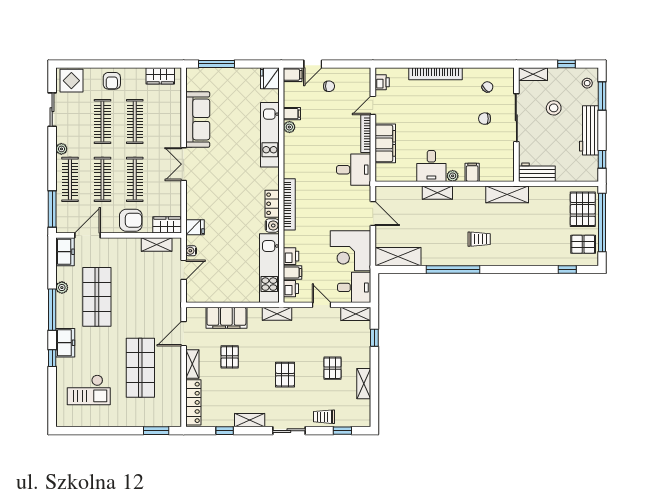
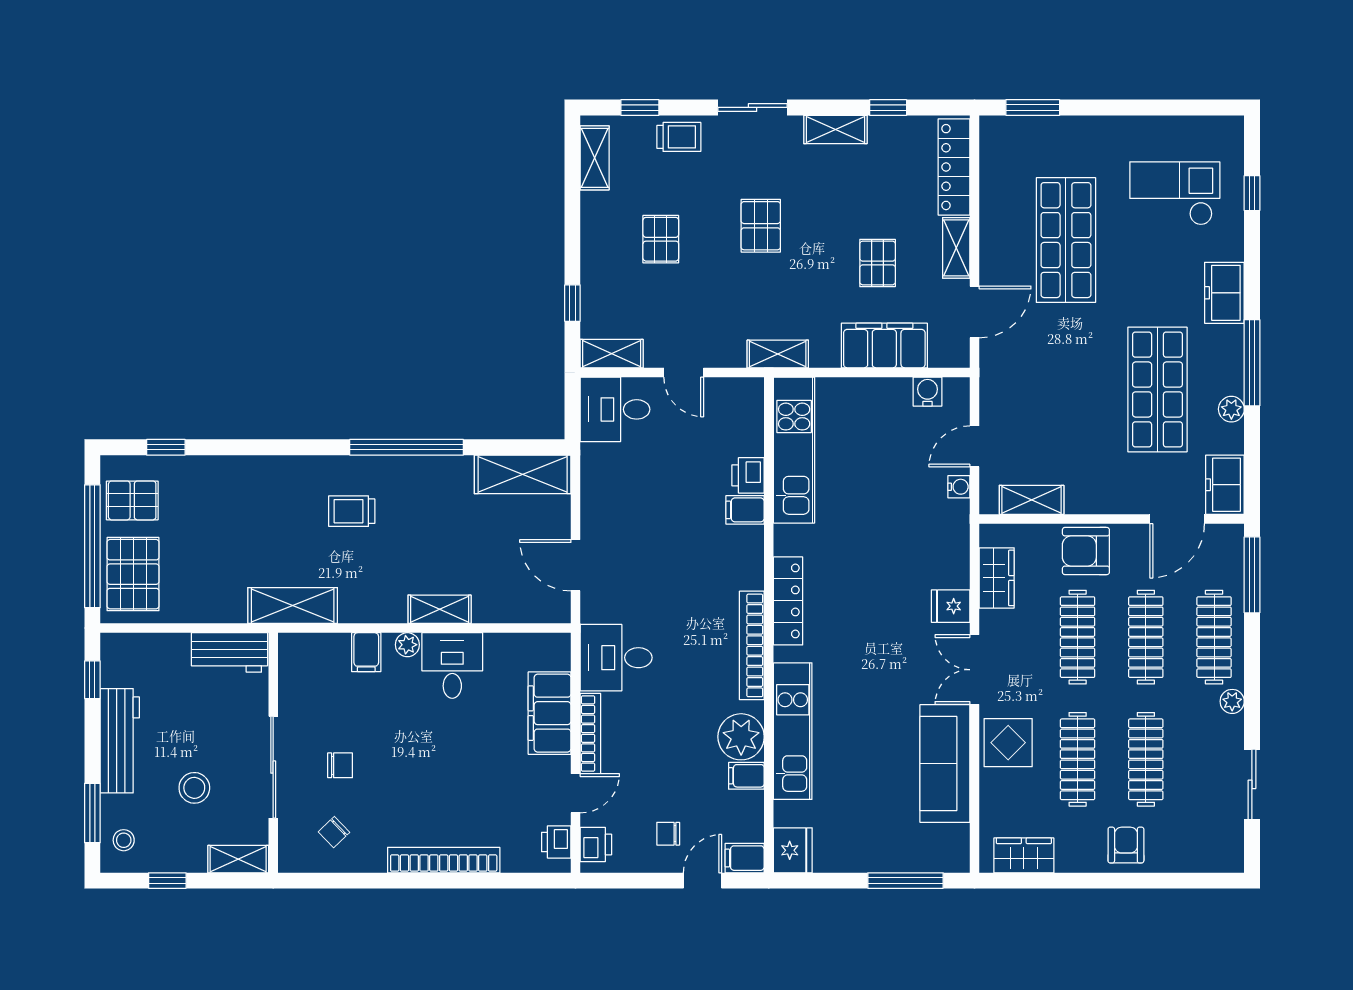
display table: (71, 81) -> (1008, 743), moved
plant: (289, 127) -> (741, 737), width x1.88, depth x1.88
double door: (184, 164) -> (975, 670), swing flipped
locker: (272, 204) -> (788, 601), width x1.53
bookcase: (289, 204) -> (752, 645), moved
wardrobe: (167, 225) -> (997, 578), moved, turned -90
water cooler: (272, 225) -> (927, 392), moved, turned 90
fridge: (195, 227) -> (951, 606), moved
corner desk: (350, 251) -> (623, 487), removed
filing cabinet: (292, 272) -> (745, 510), moved
printer: (291, 289) -> (596, 845), moved, turned 180
window: (52, 358) -> (1252, 193), moved
shelving: (364, 384) -> (595, 158), moved

